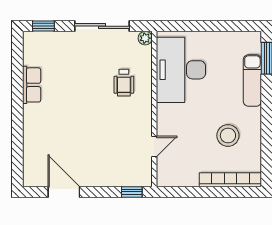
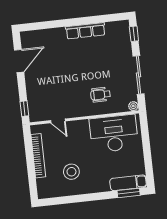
exam couch: (252, 80) -> (128, 183), moved
row of seats: (32, 85) -> (85, 31), width x1.48
bookcase: (230, 180) -> (38, 156), moved

